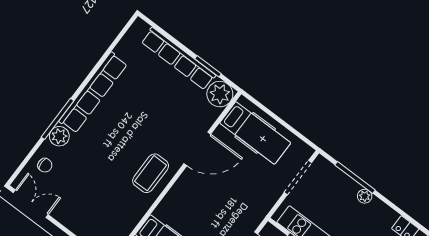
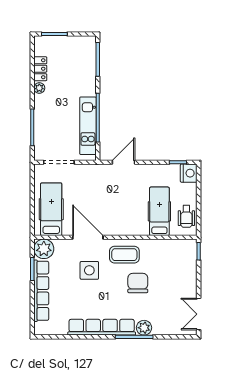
side table: (162, 124) -> (89, 270), added
chair: (45, 165) -> (138, 283), moved, width x1.87, depth x1.87
plant: (365, 196) -> (39, 88), moved

